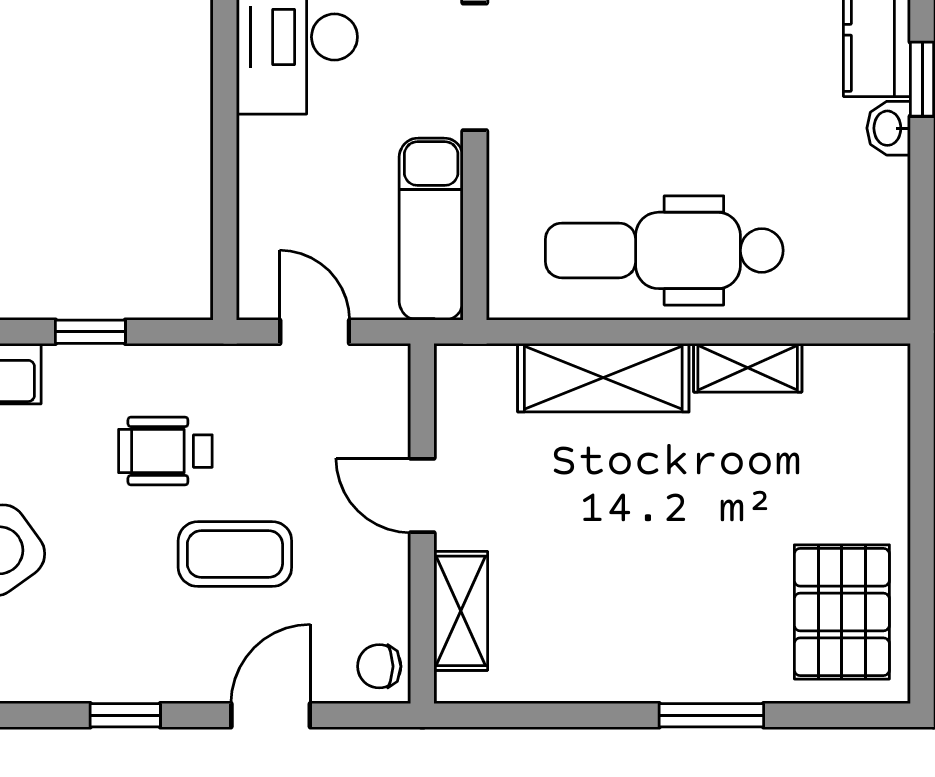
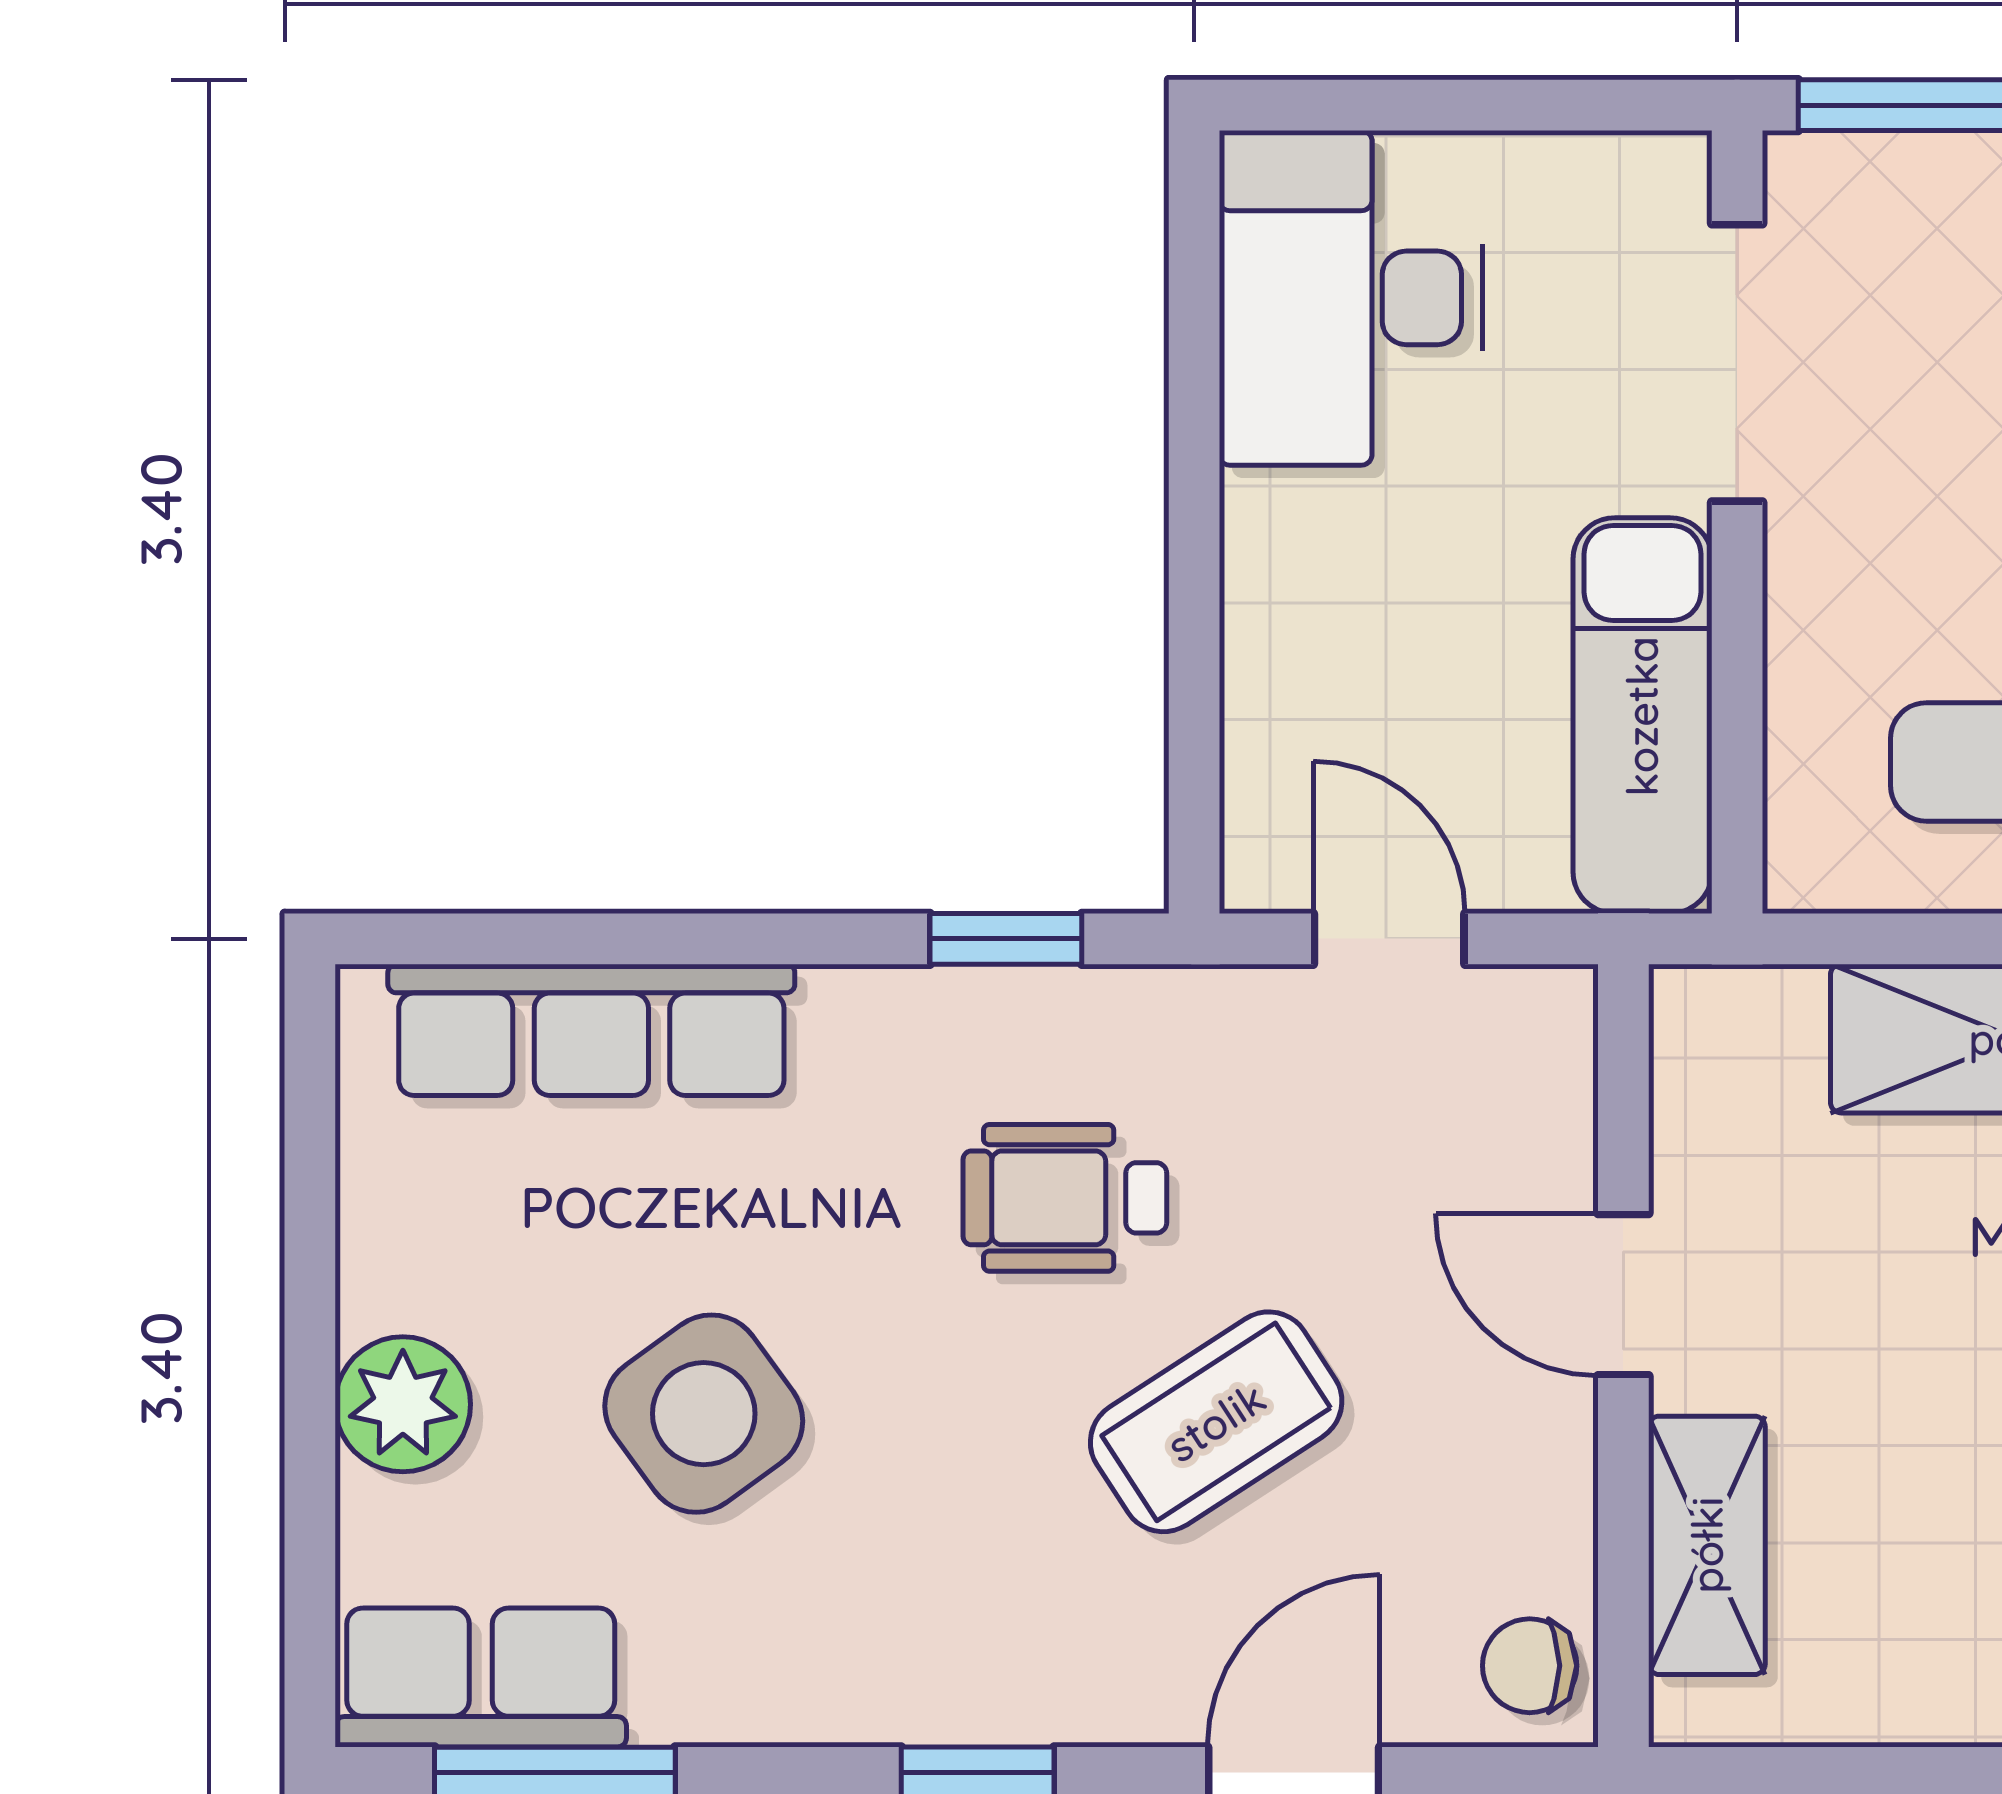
window: (90, 332) -> (1006, 939), moved
coffee table: (235, 554) -> (1216, 1422), turned -33

